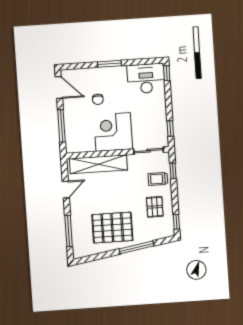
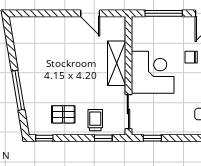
shelving: (98, 164) -> (117, 63), width x0.68
pallet: (112, 228) -> (43, 64), removed
window: (69, 231) -> (42, 13), removed

